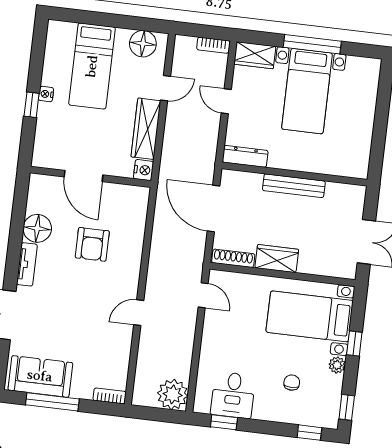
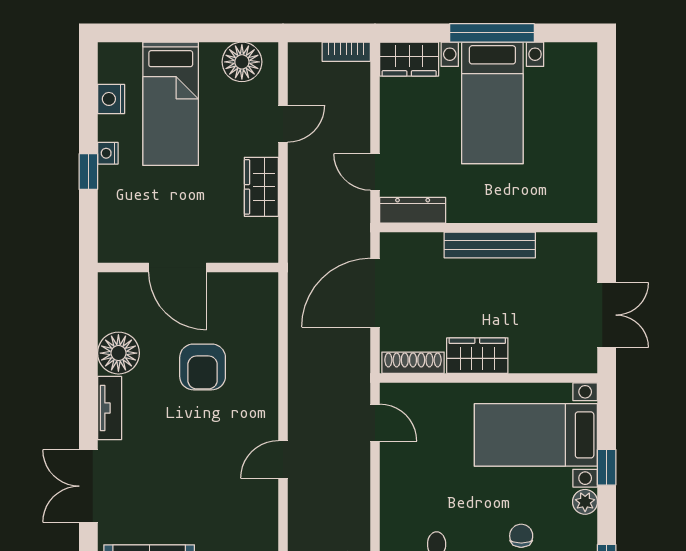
door: (226, 101) -> (375, 172), moved
wardrobe: (146, 129) -> (261, 187), width x0.67
nightstand: (143, 170) -> (111, 99), moved, turned 180
door: (213, 209) -> (375, 293), hinge flipped

